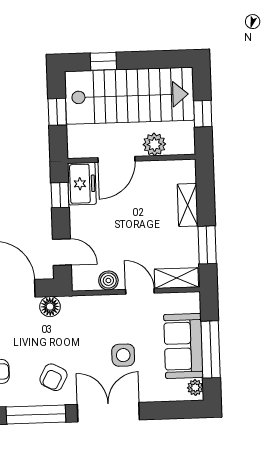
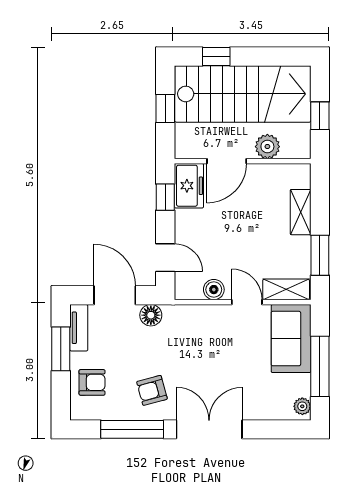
sofa: (183, 346) -> (291, 339), moved
side table: (123, 355) -> (227, 369), removed
armchair: (53, 377) -> (152, 390), turned 47

